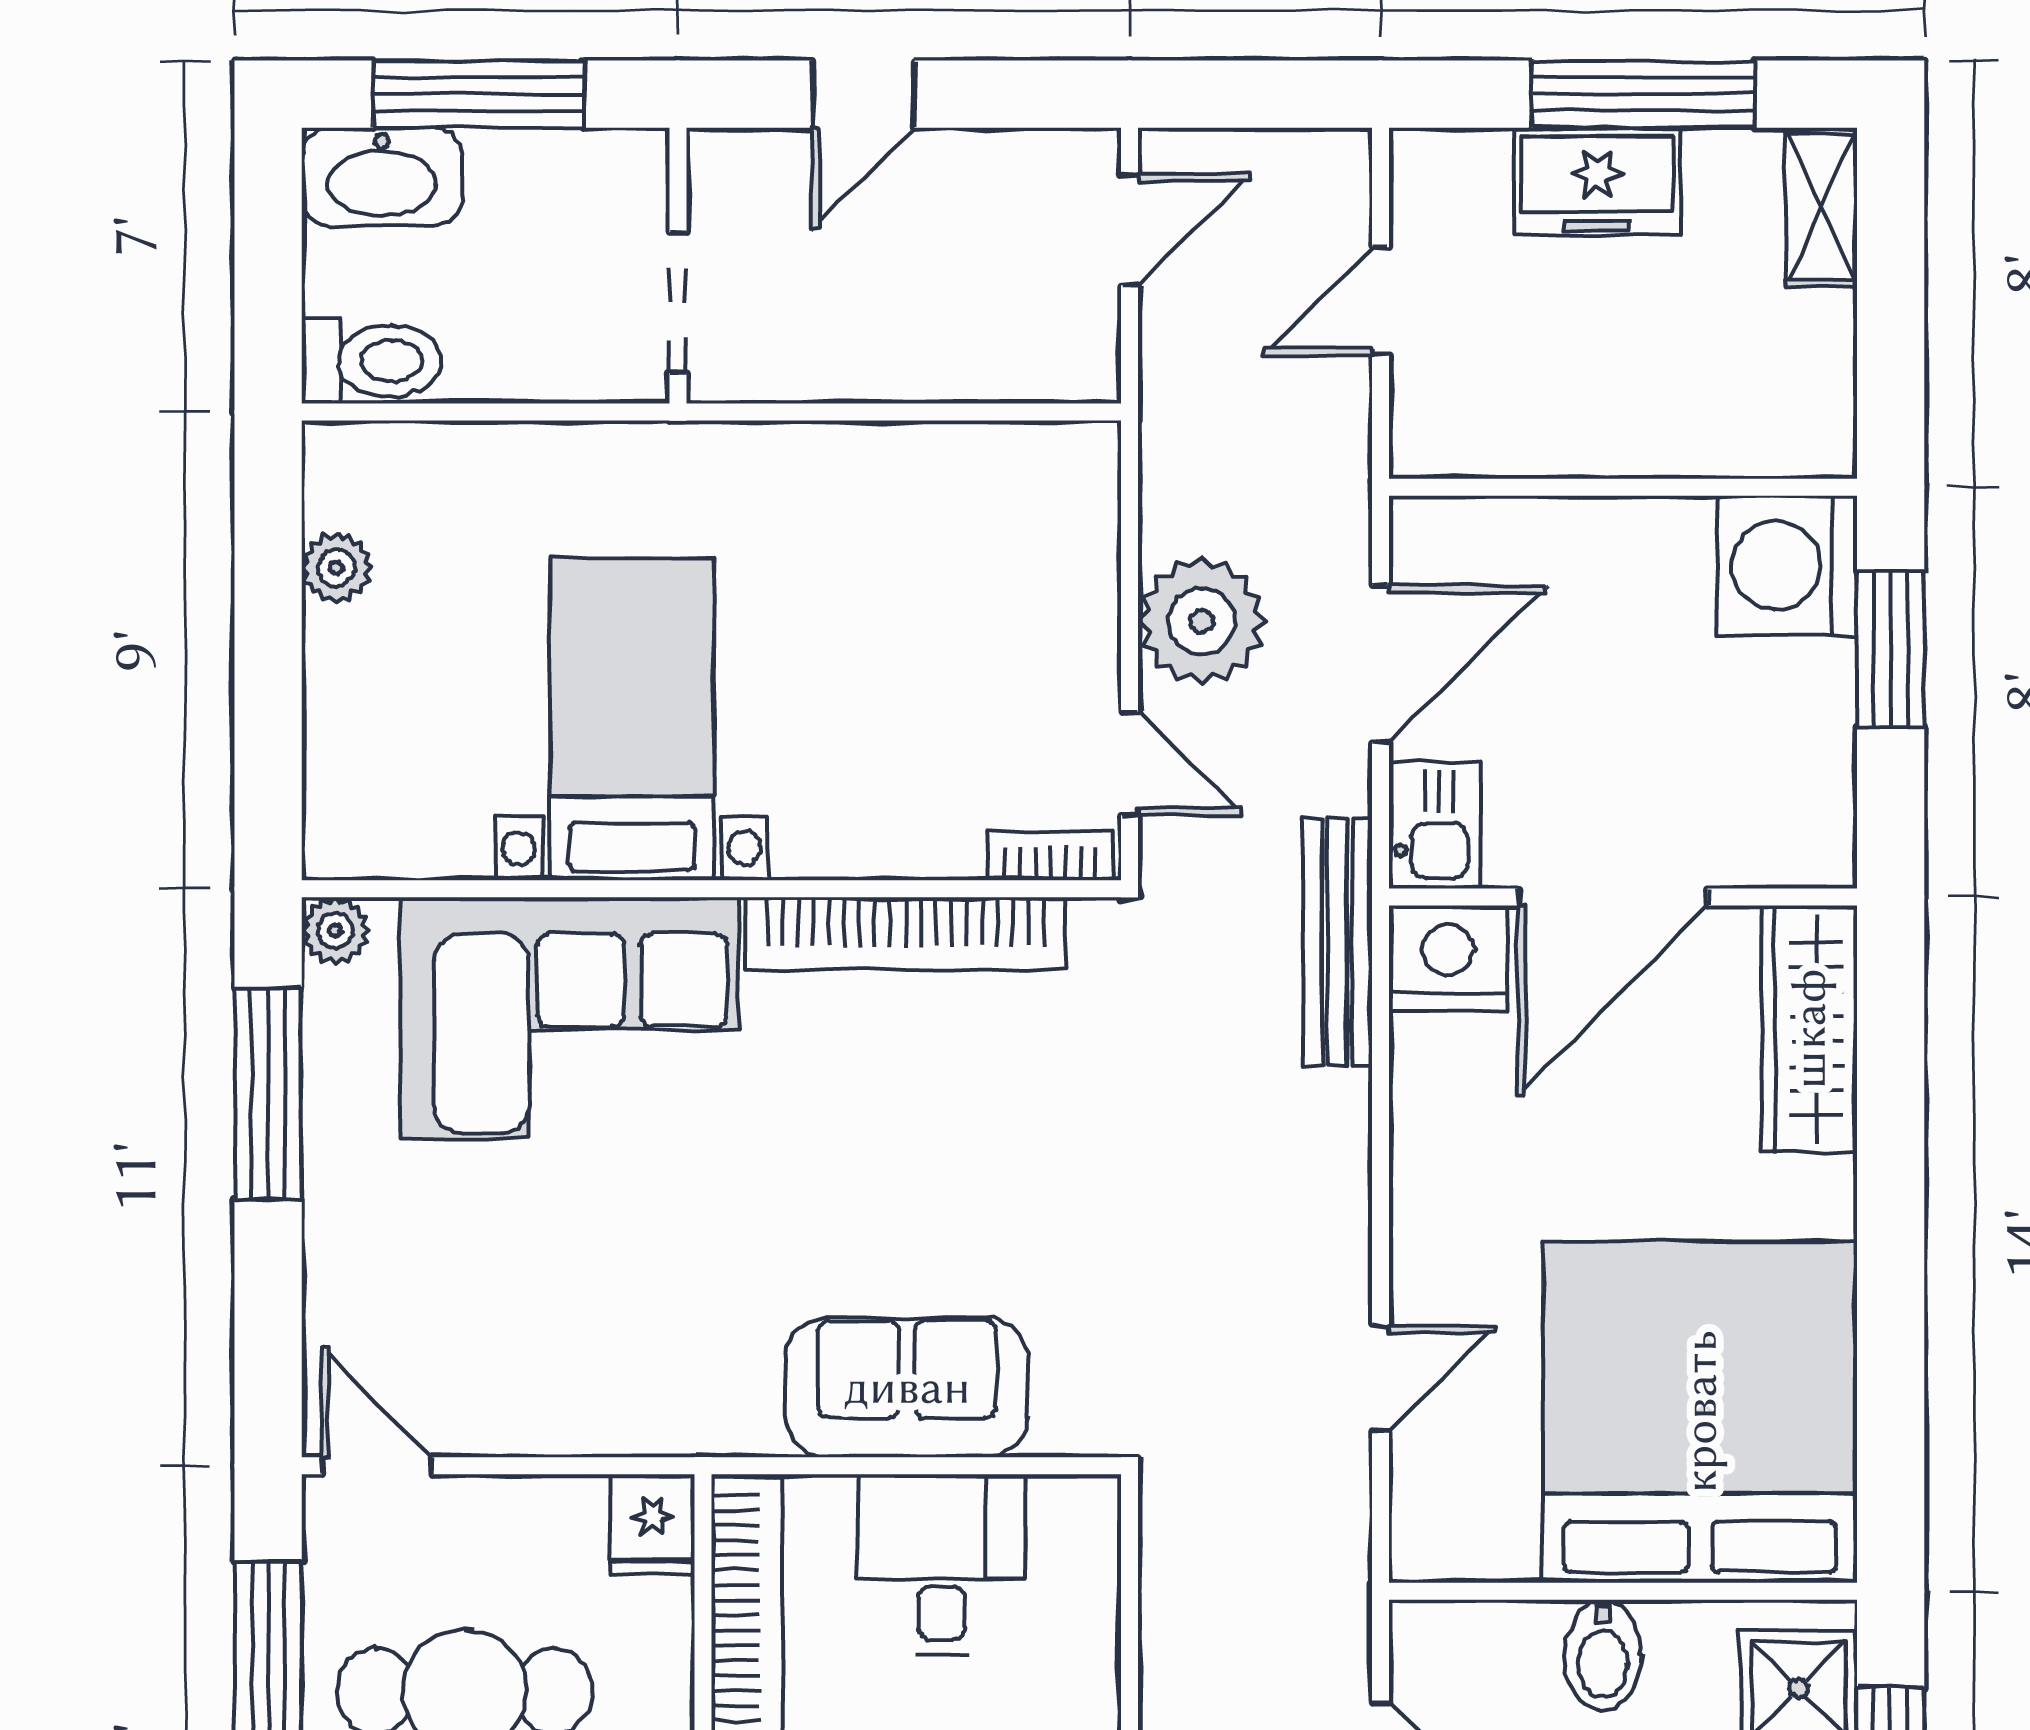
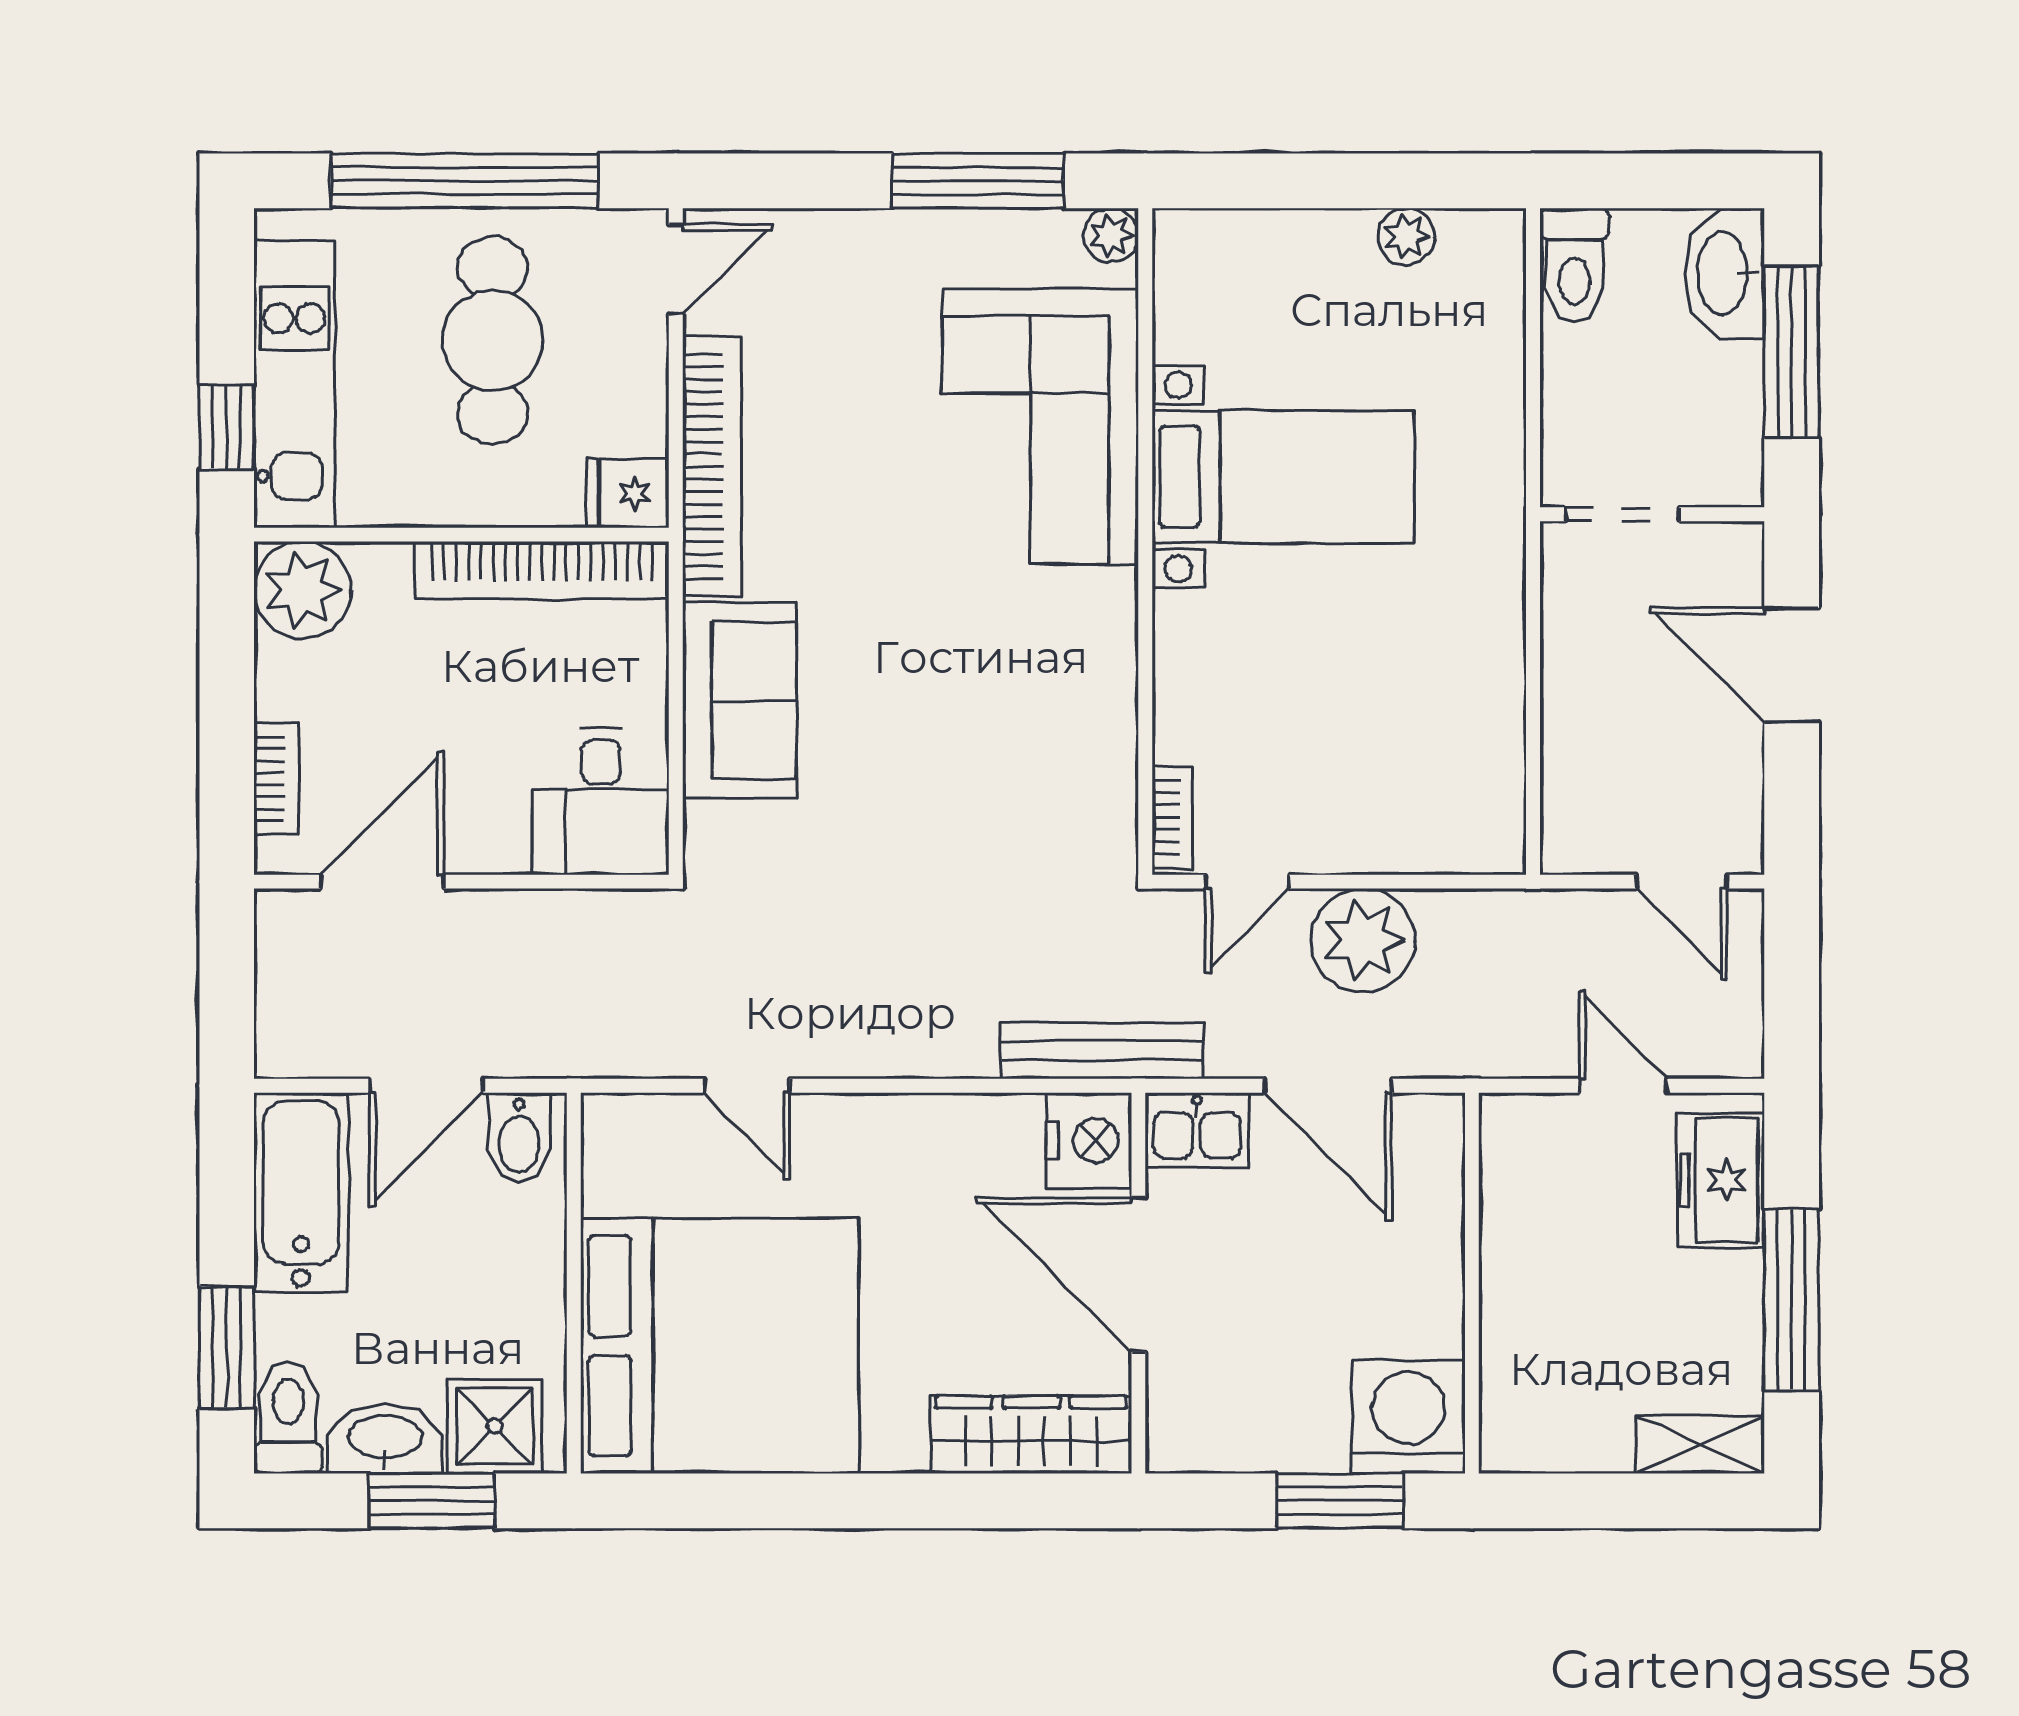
door: (863, 94) -> (1792, 665), width x1.38
freezer: (1597, 182) -> (1721, 1180), moved
bookcase: (905, 933) -> (712, 467), moved, turned 180
desk: (942, 1564) -> (601, 801), moved, turned 90
bidet: (1603, 1655) -> (519, 1138), moved, turned -90

